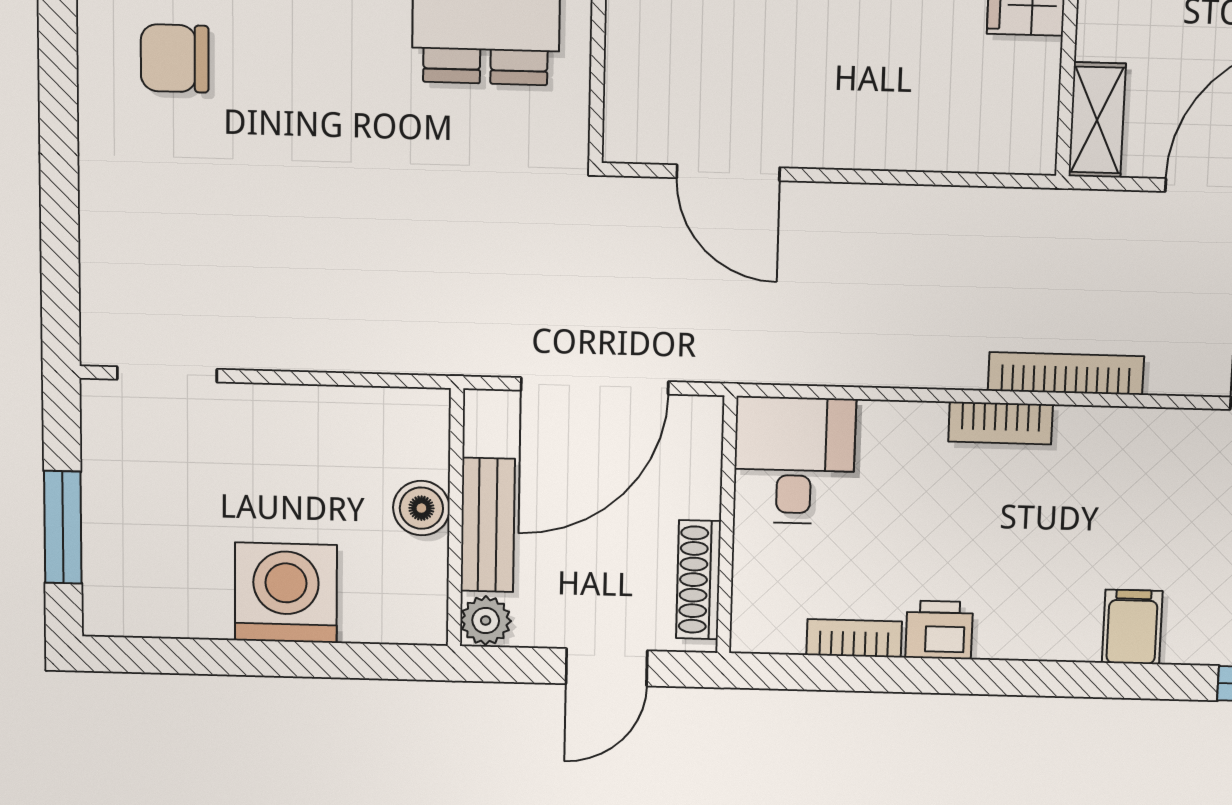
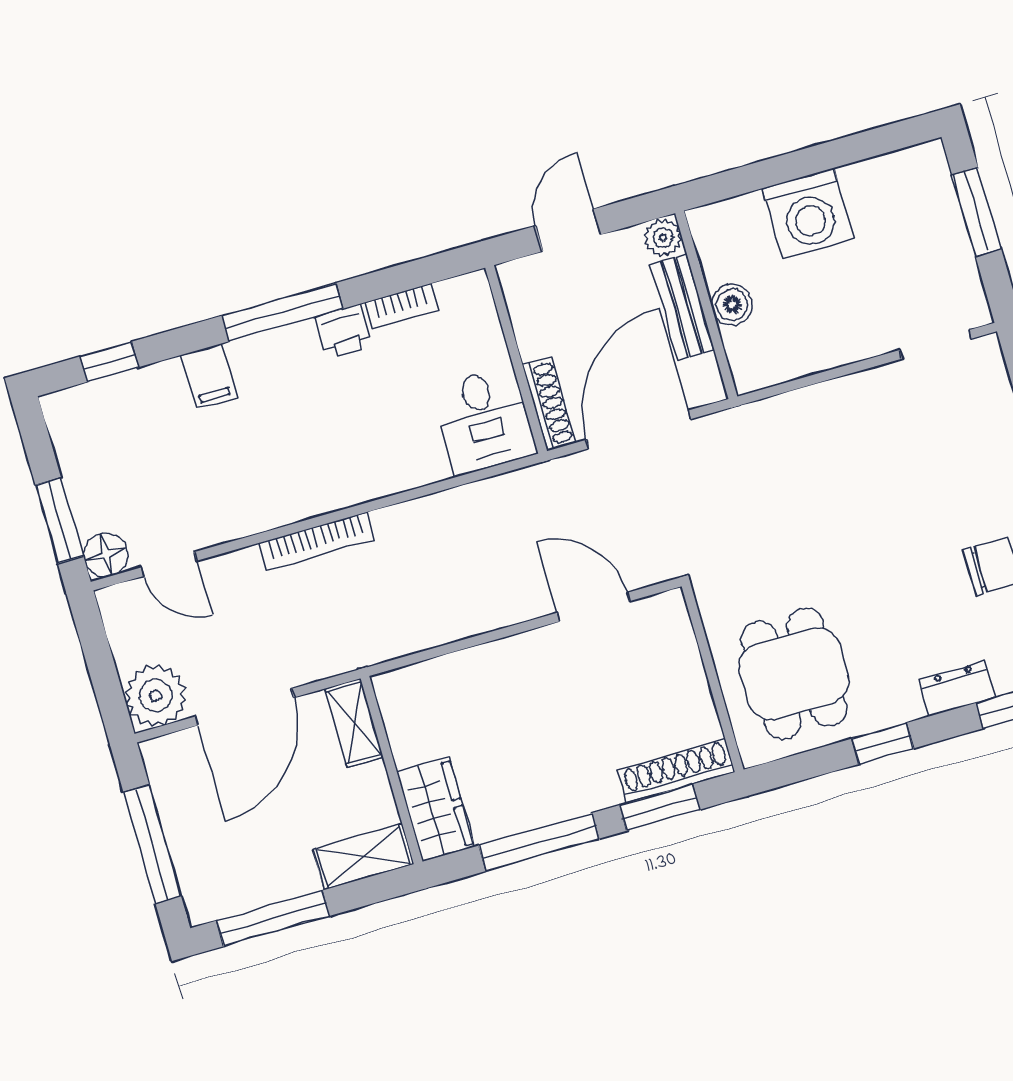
bookcase: (1001, 423) -> (350, 492), removed
shoe rack: (698, 580) -> (549, 404), moved
window: (1010, 678) -> (282, 312), added

